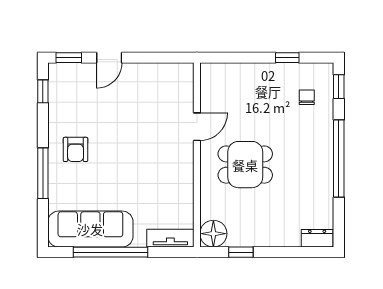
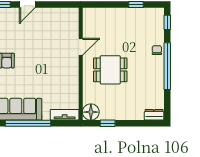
chair: (307, 97) -> (157, 50), moved

